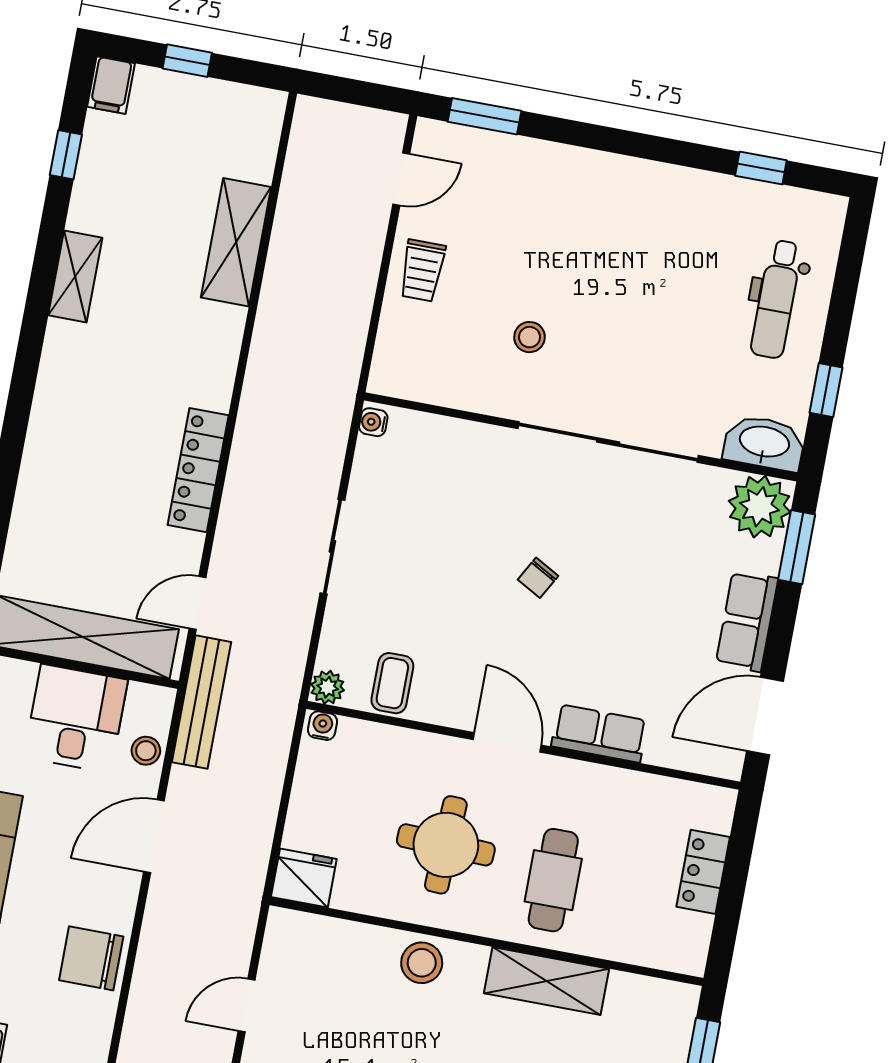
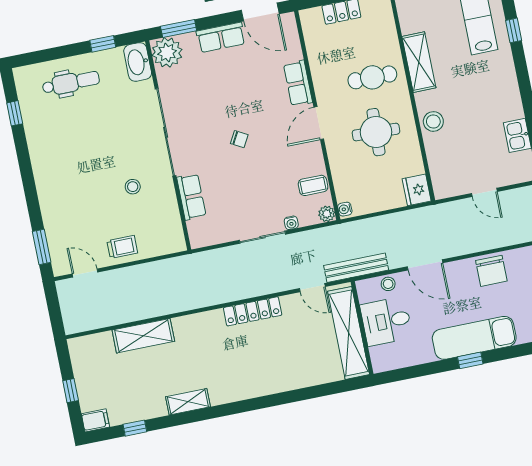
water cooler: (373, 422) -> (291, 223), moved
row of seats: (465, 442) -> (191, 197), added

